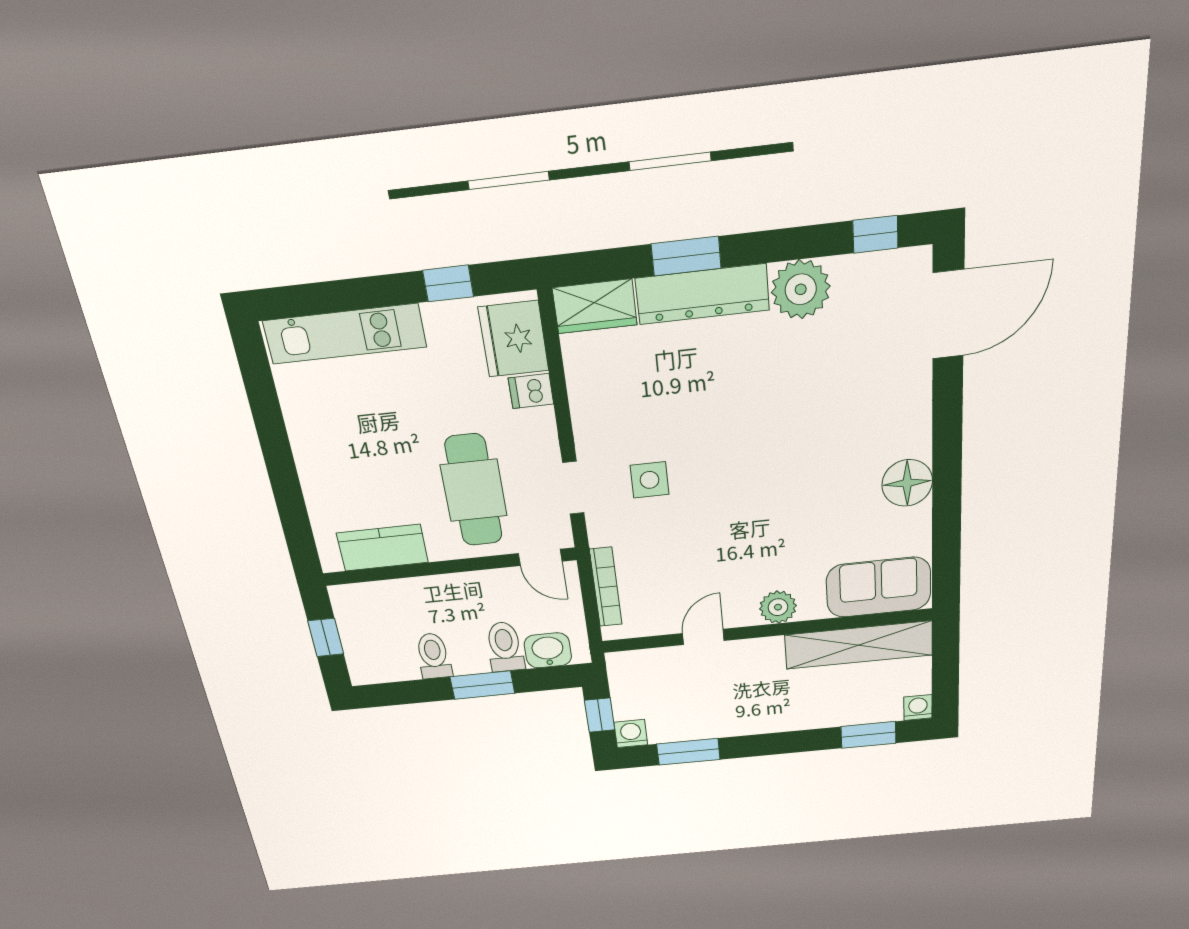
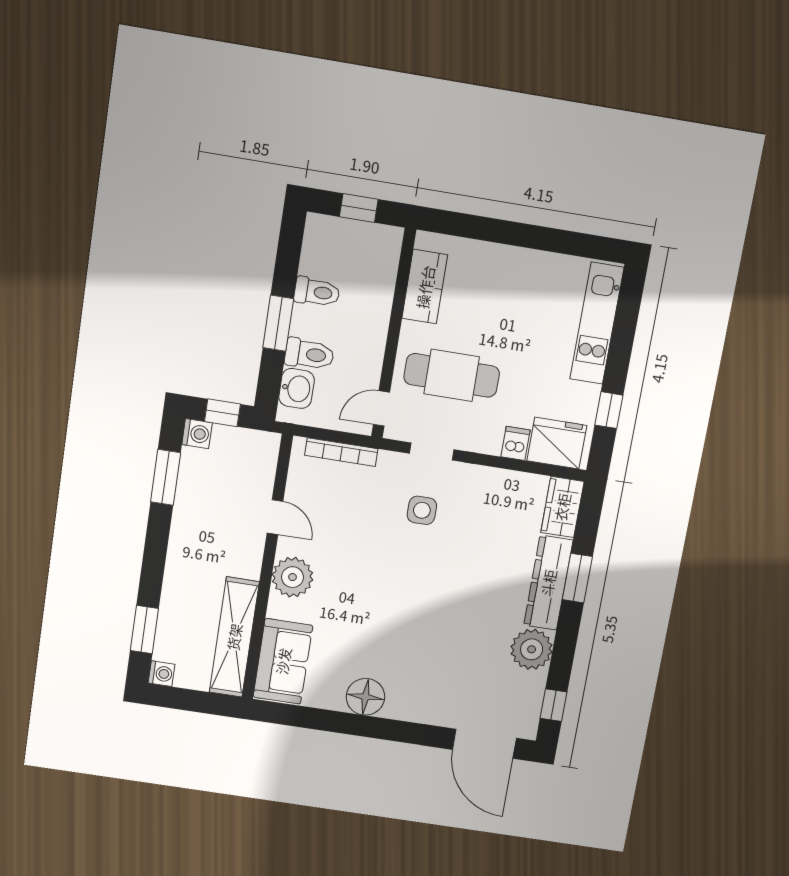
plant: (778, 607) -> (293, 577), width x1.36, depth x1.36

